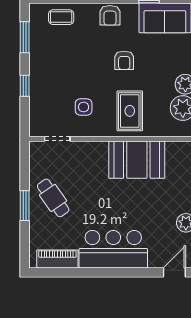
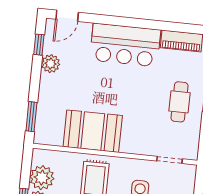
cafe table: (53, 198) -> (180, 102), turned 35

